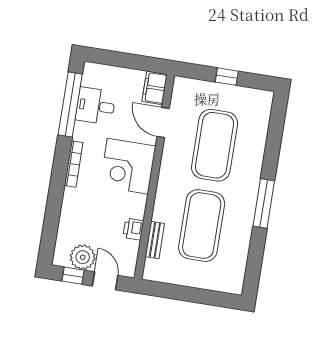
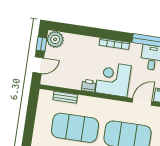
printer: (133, 229) -> (89, 86), moved
plant: (83, 257) -> (55, 39), moved

